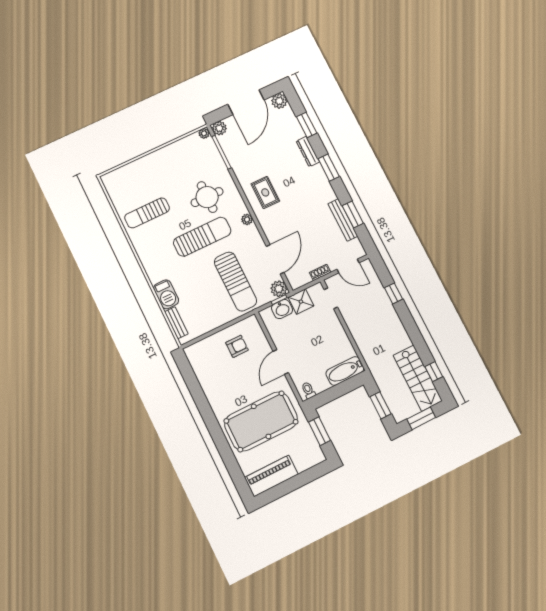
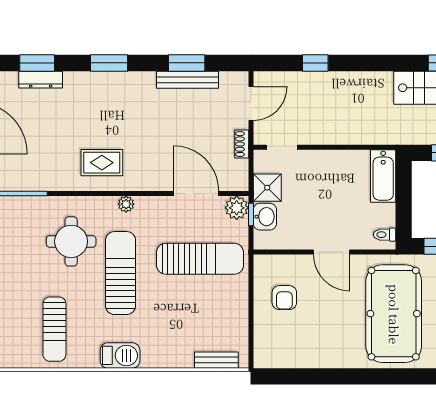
dresser: (308, 152) -> (41, 80), moved
barbecue: (166, 294) -> (120, 355), moved
armchair: (237, 346) -> (284, 298), turned 180

